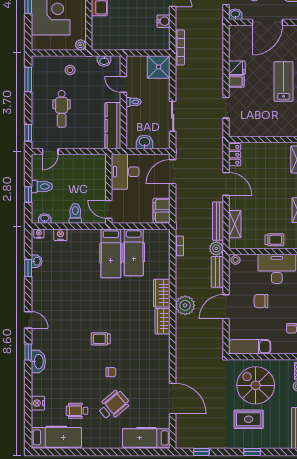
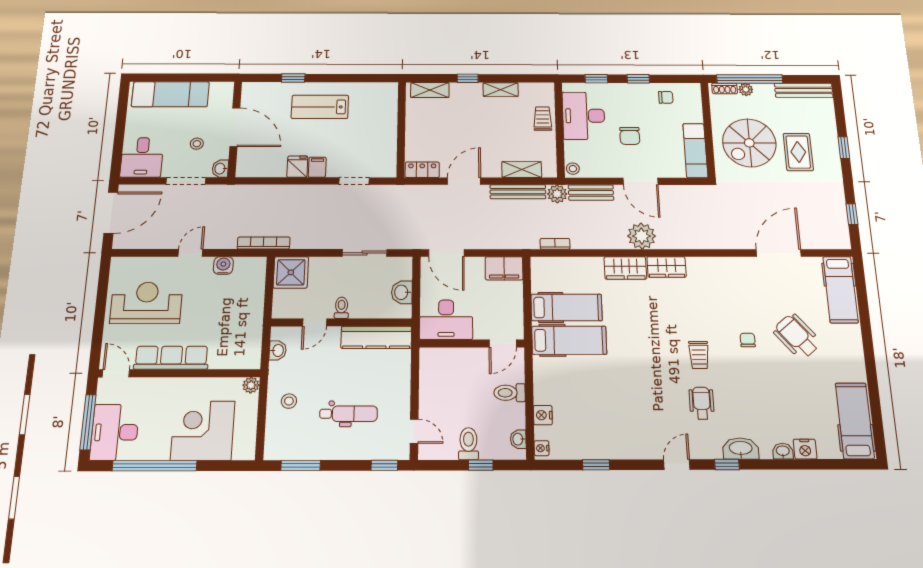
washbasin: (37, 261) -> (783, 451), moved
wheelchair: (77, 411) -> (702, 403), moved, turned 180

